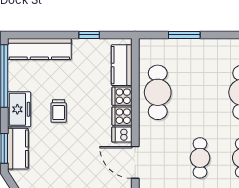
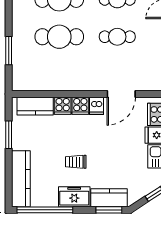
window: (89, 35) -> (9, 135), width x1.50
cafe table: (158, 92) -> (59, 37), moved
trolley: (59, 111) -> (76, 162), turned 180

